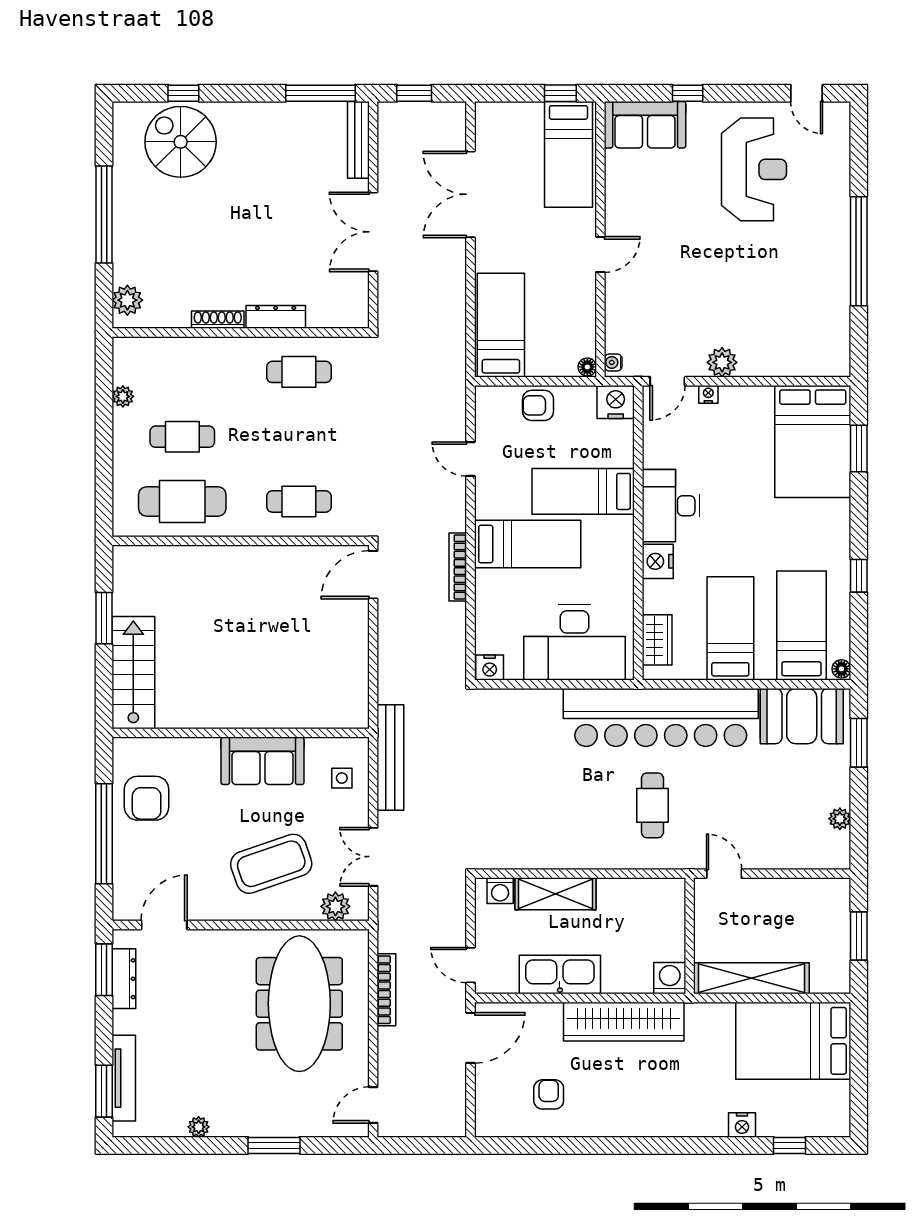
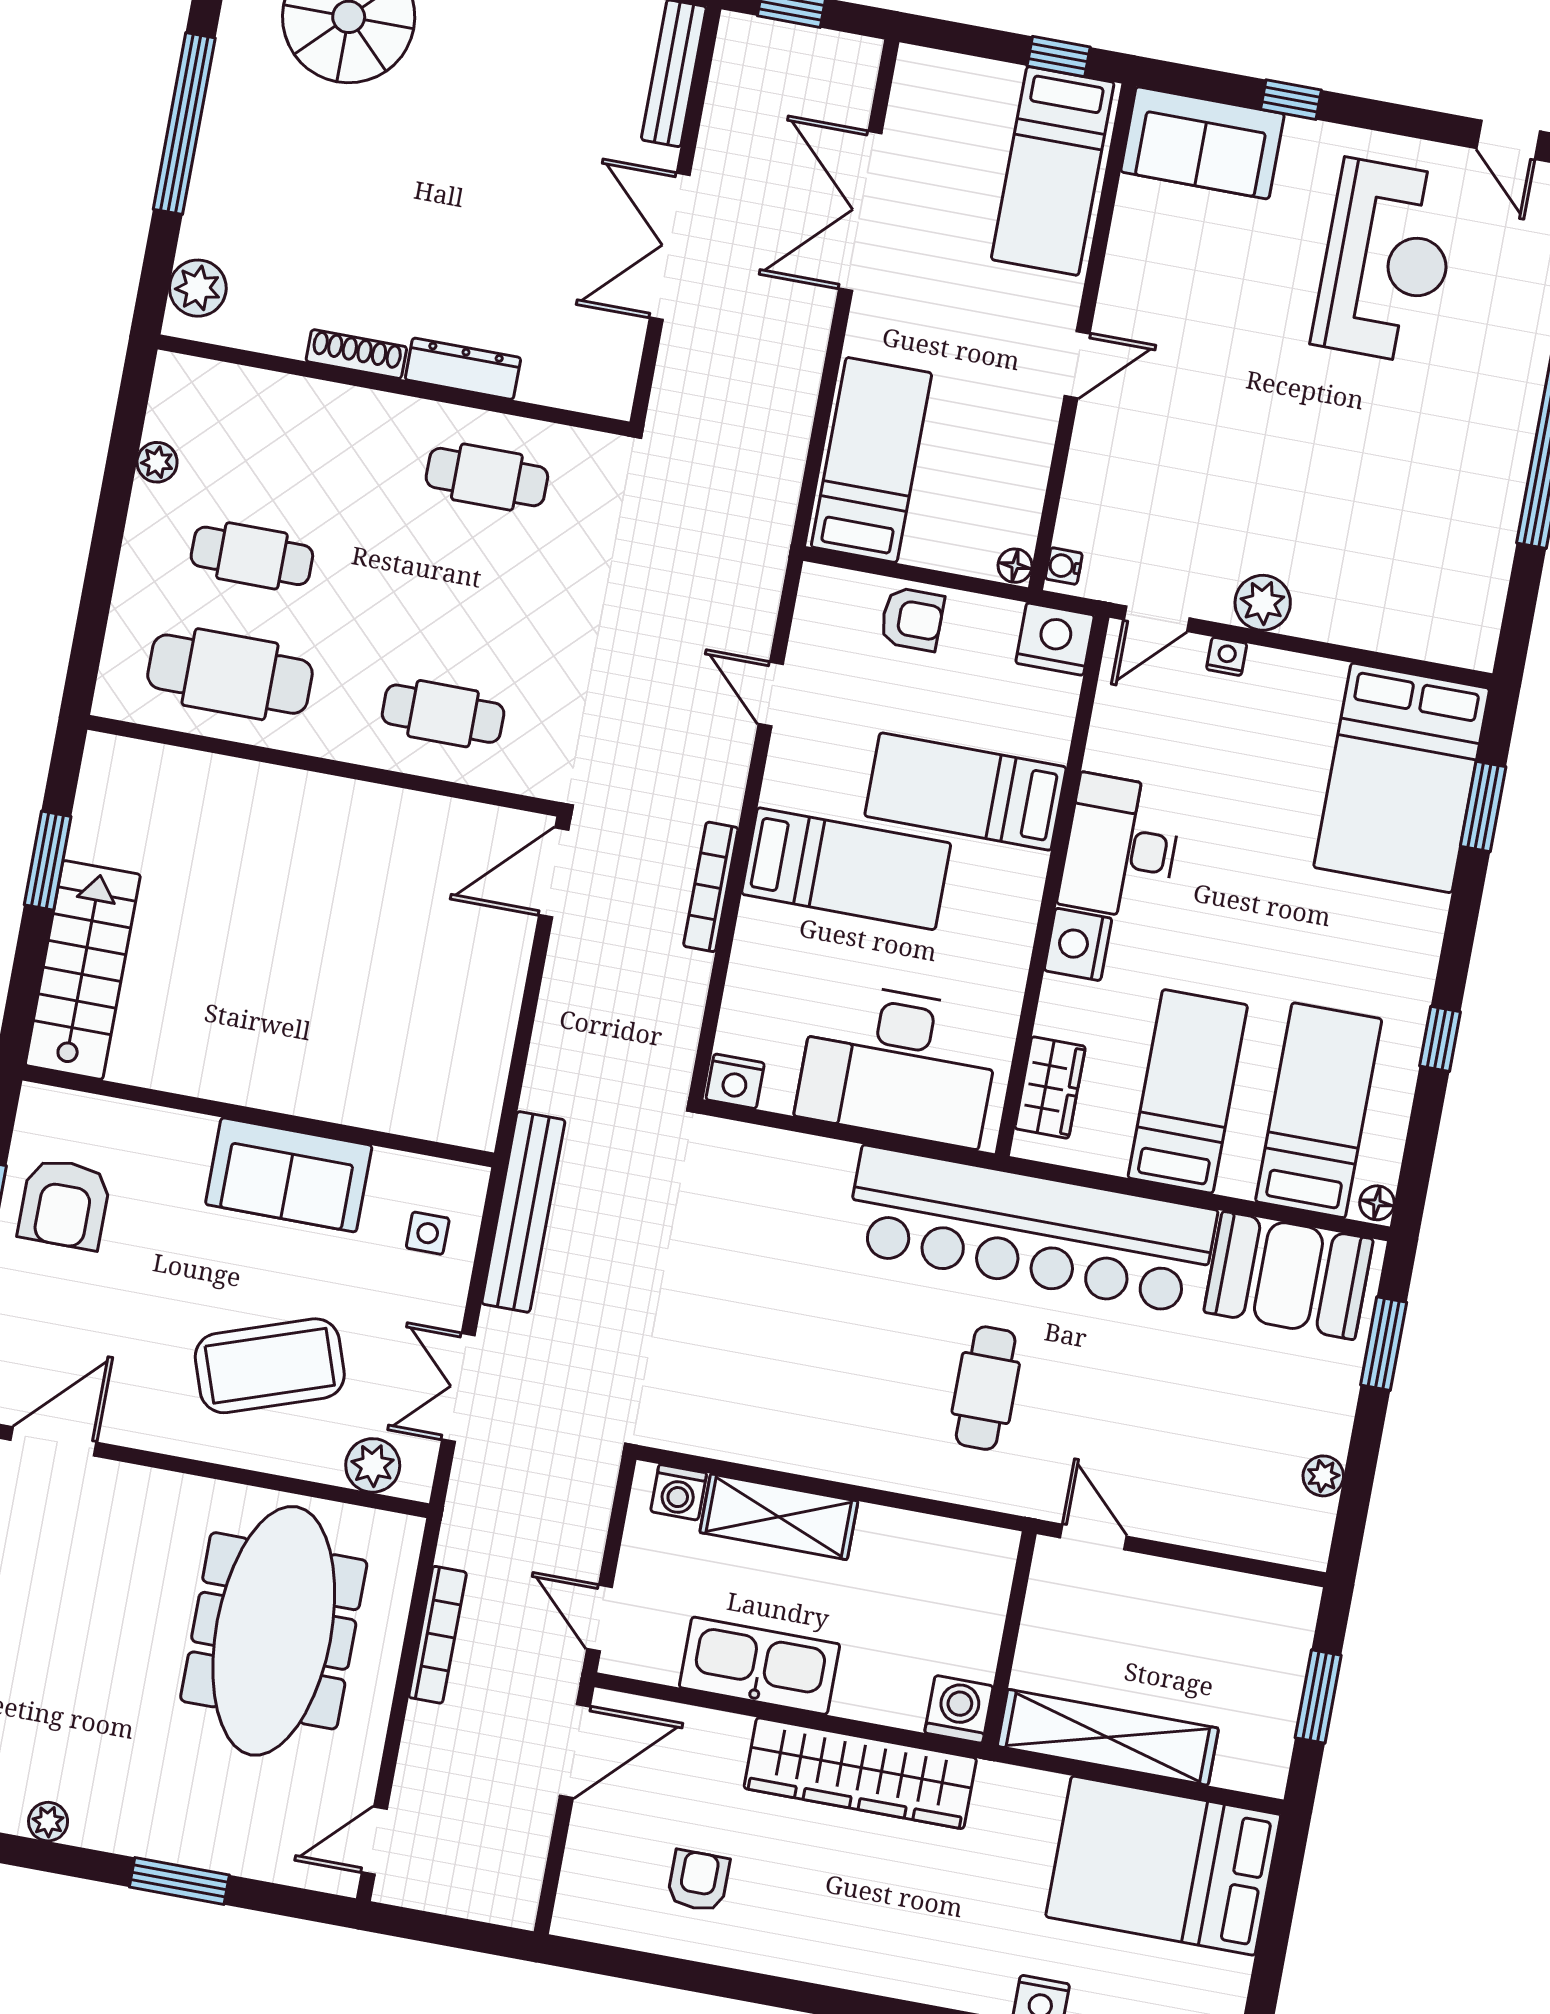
armchair: (538, 405) -> (912, 619), turned 180

